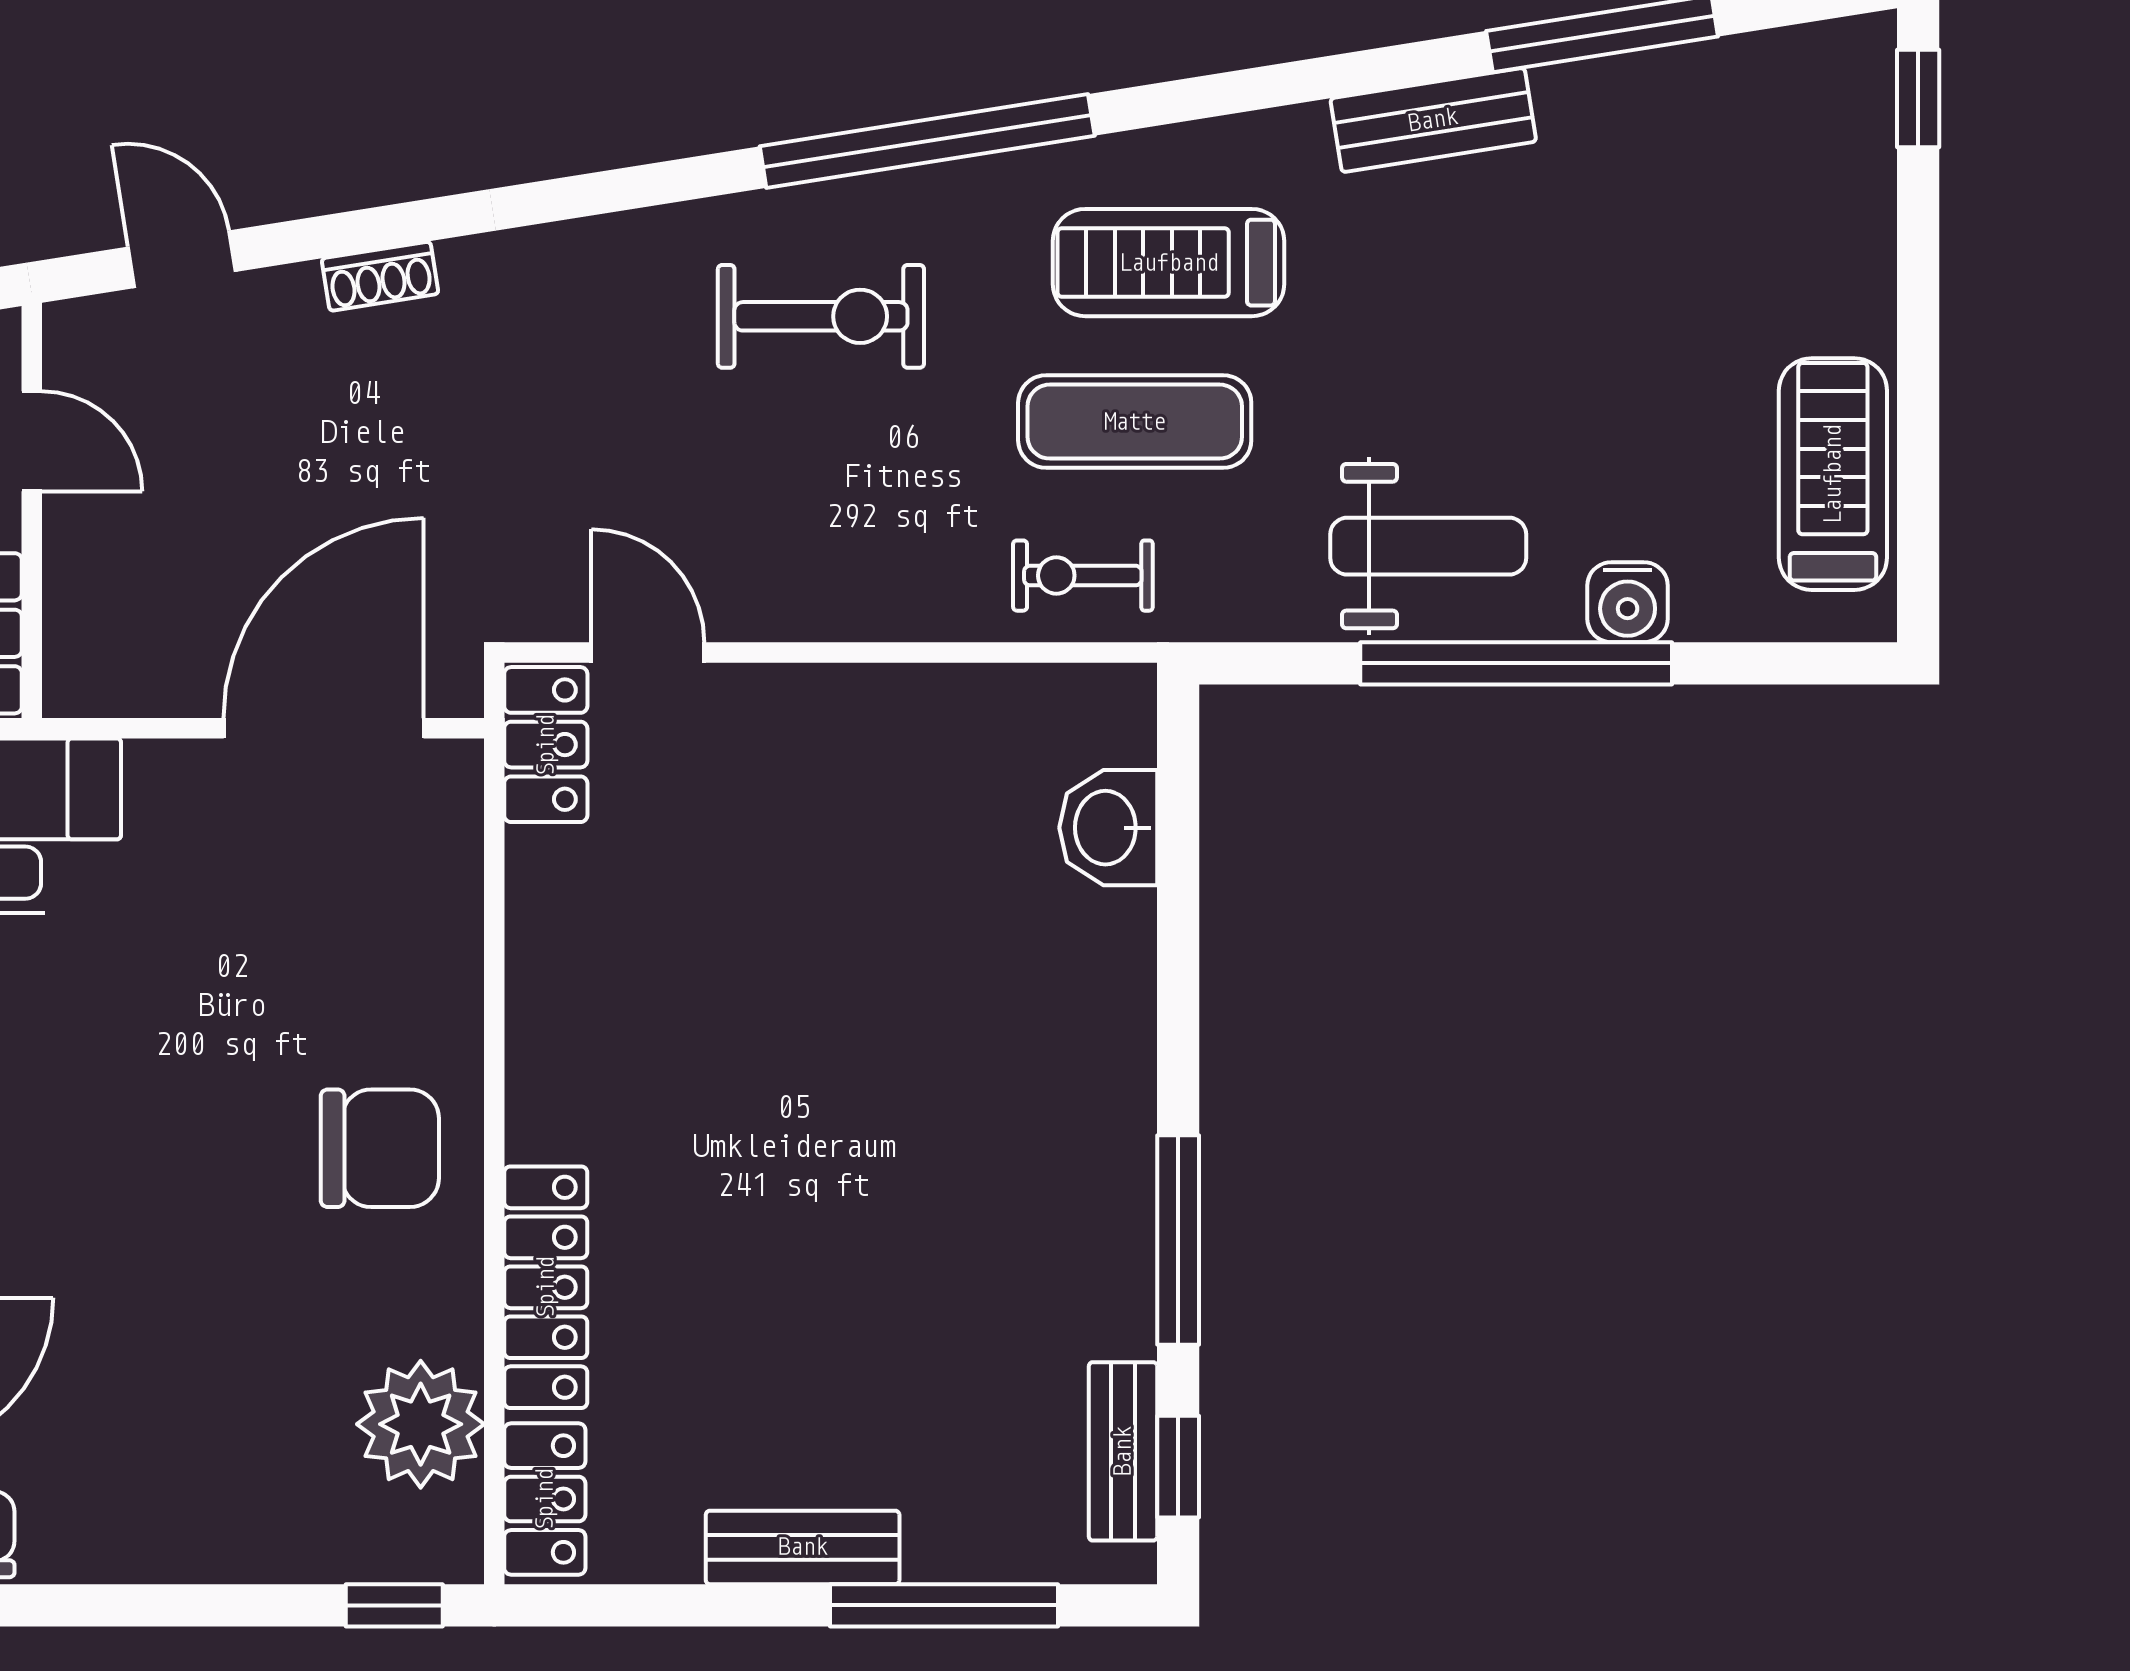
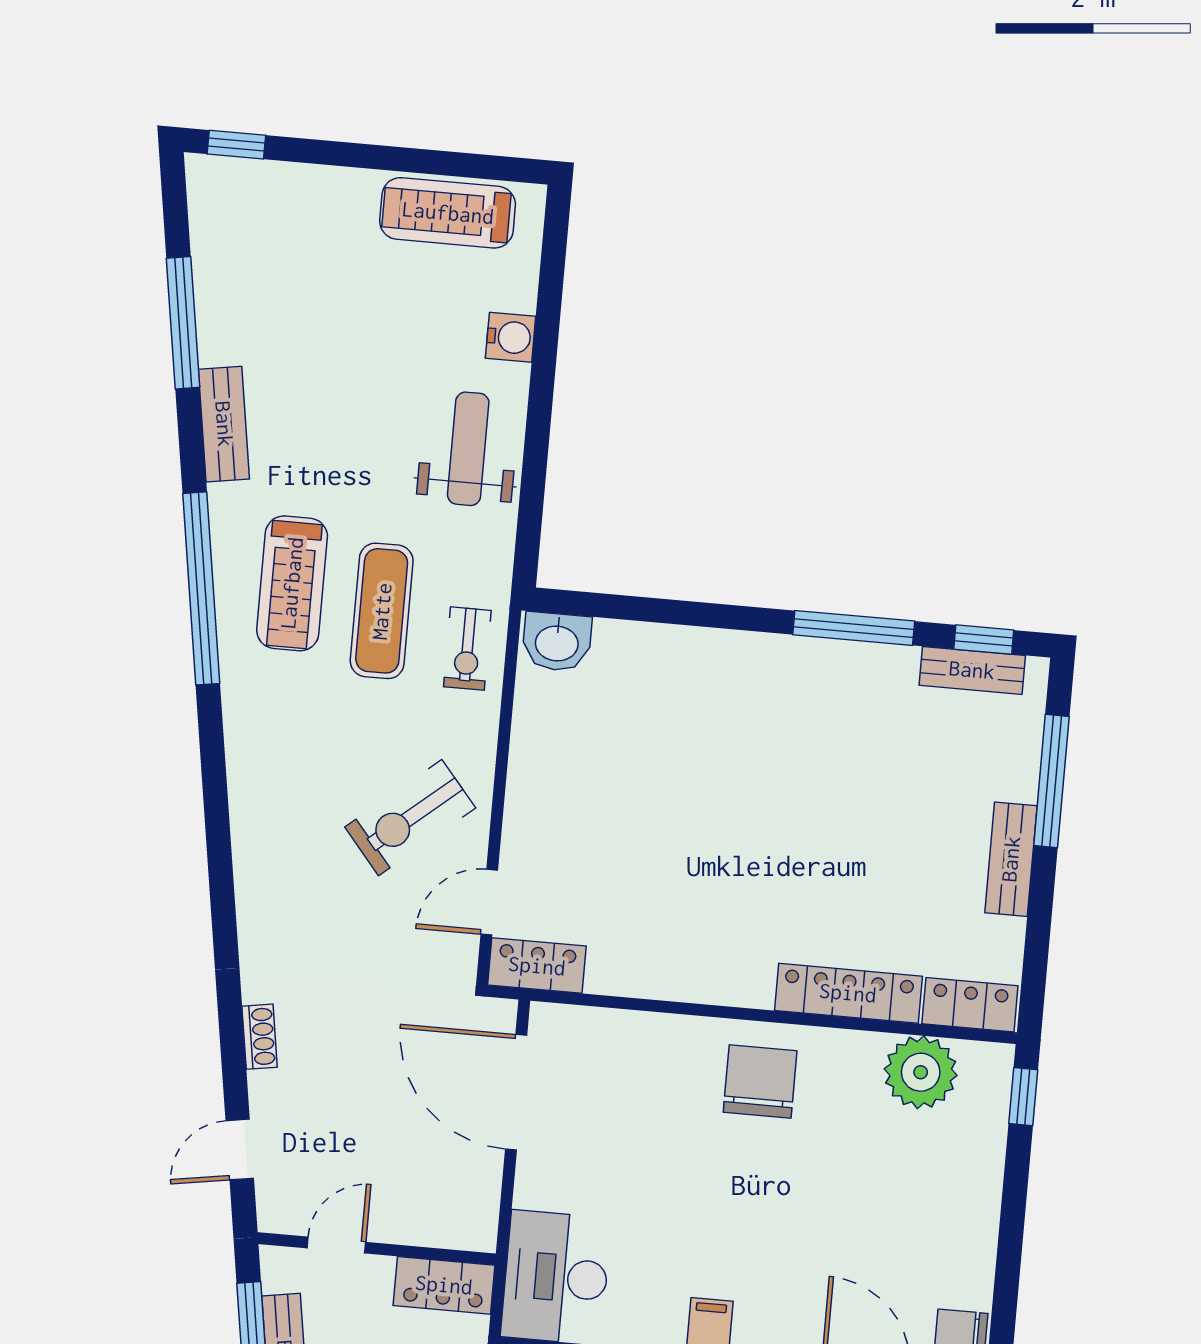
window: (927, 141) -> (201, 588), moved
exercise bike: (821, 316) -> (410, 818), moved, turned -130
window: (1516, 663) -> (540, 404), removed
washbasin: (1108, 828) -> (557, 642), moved

